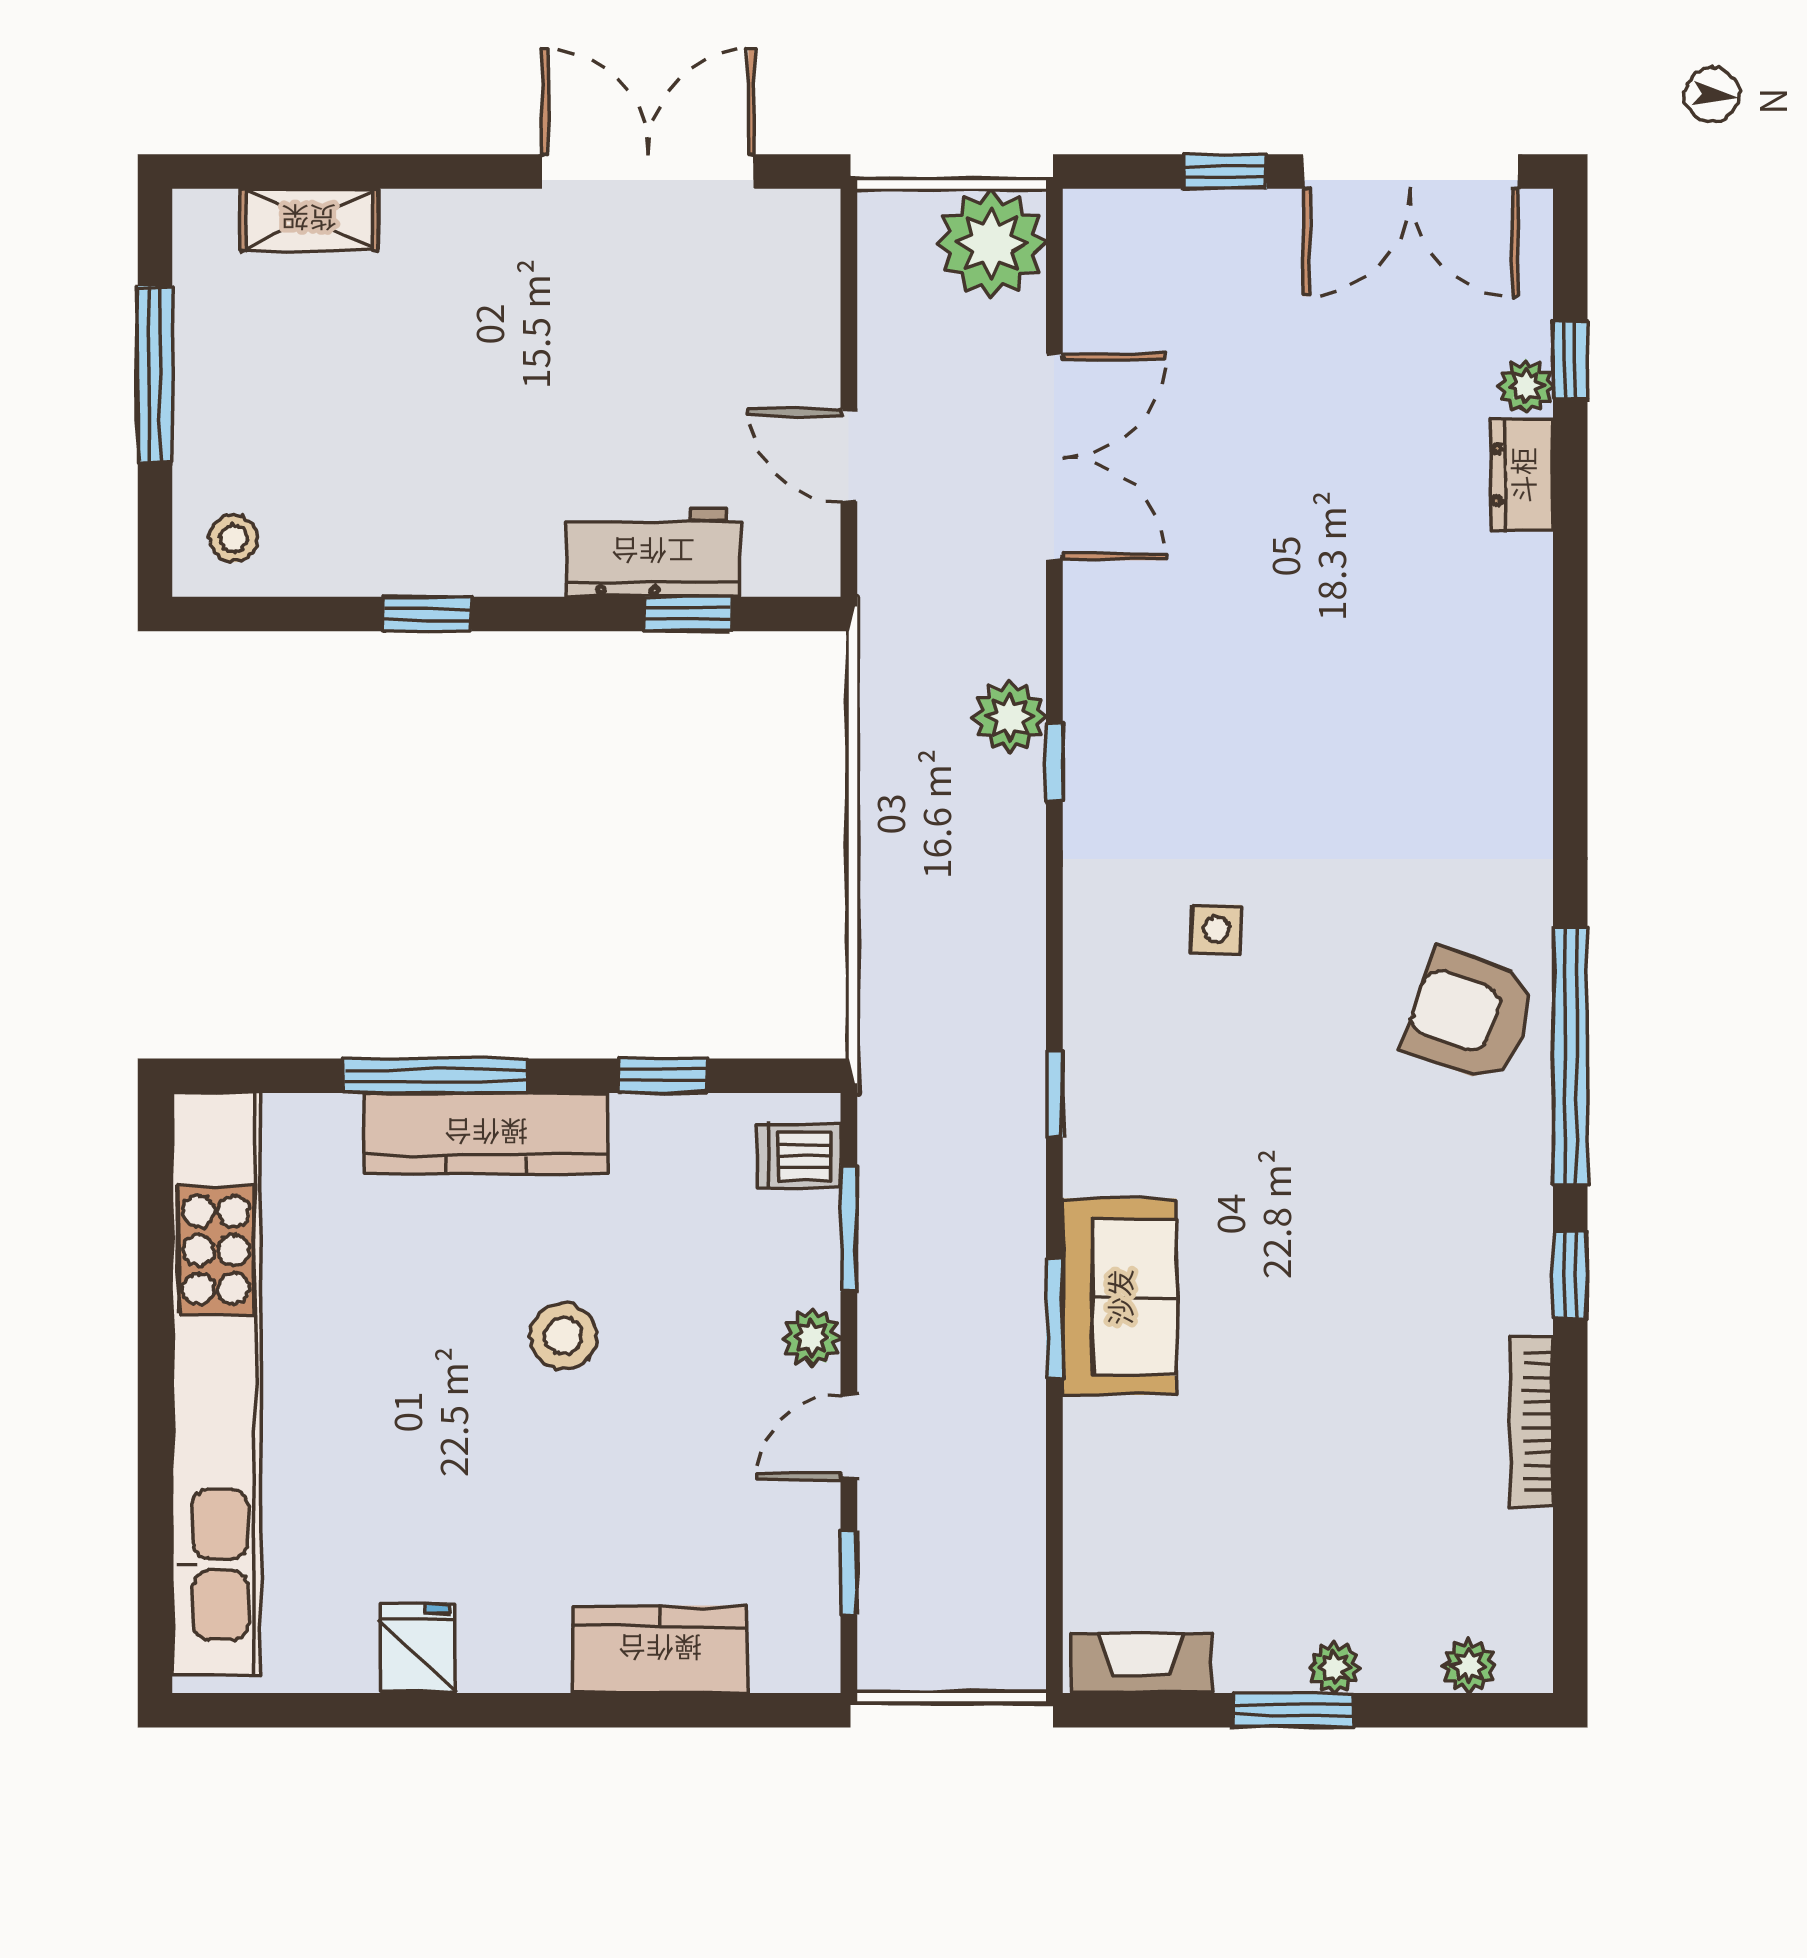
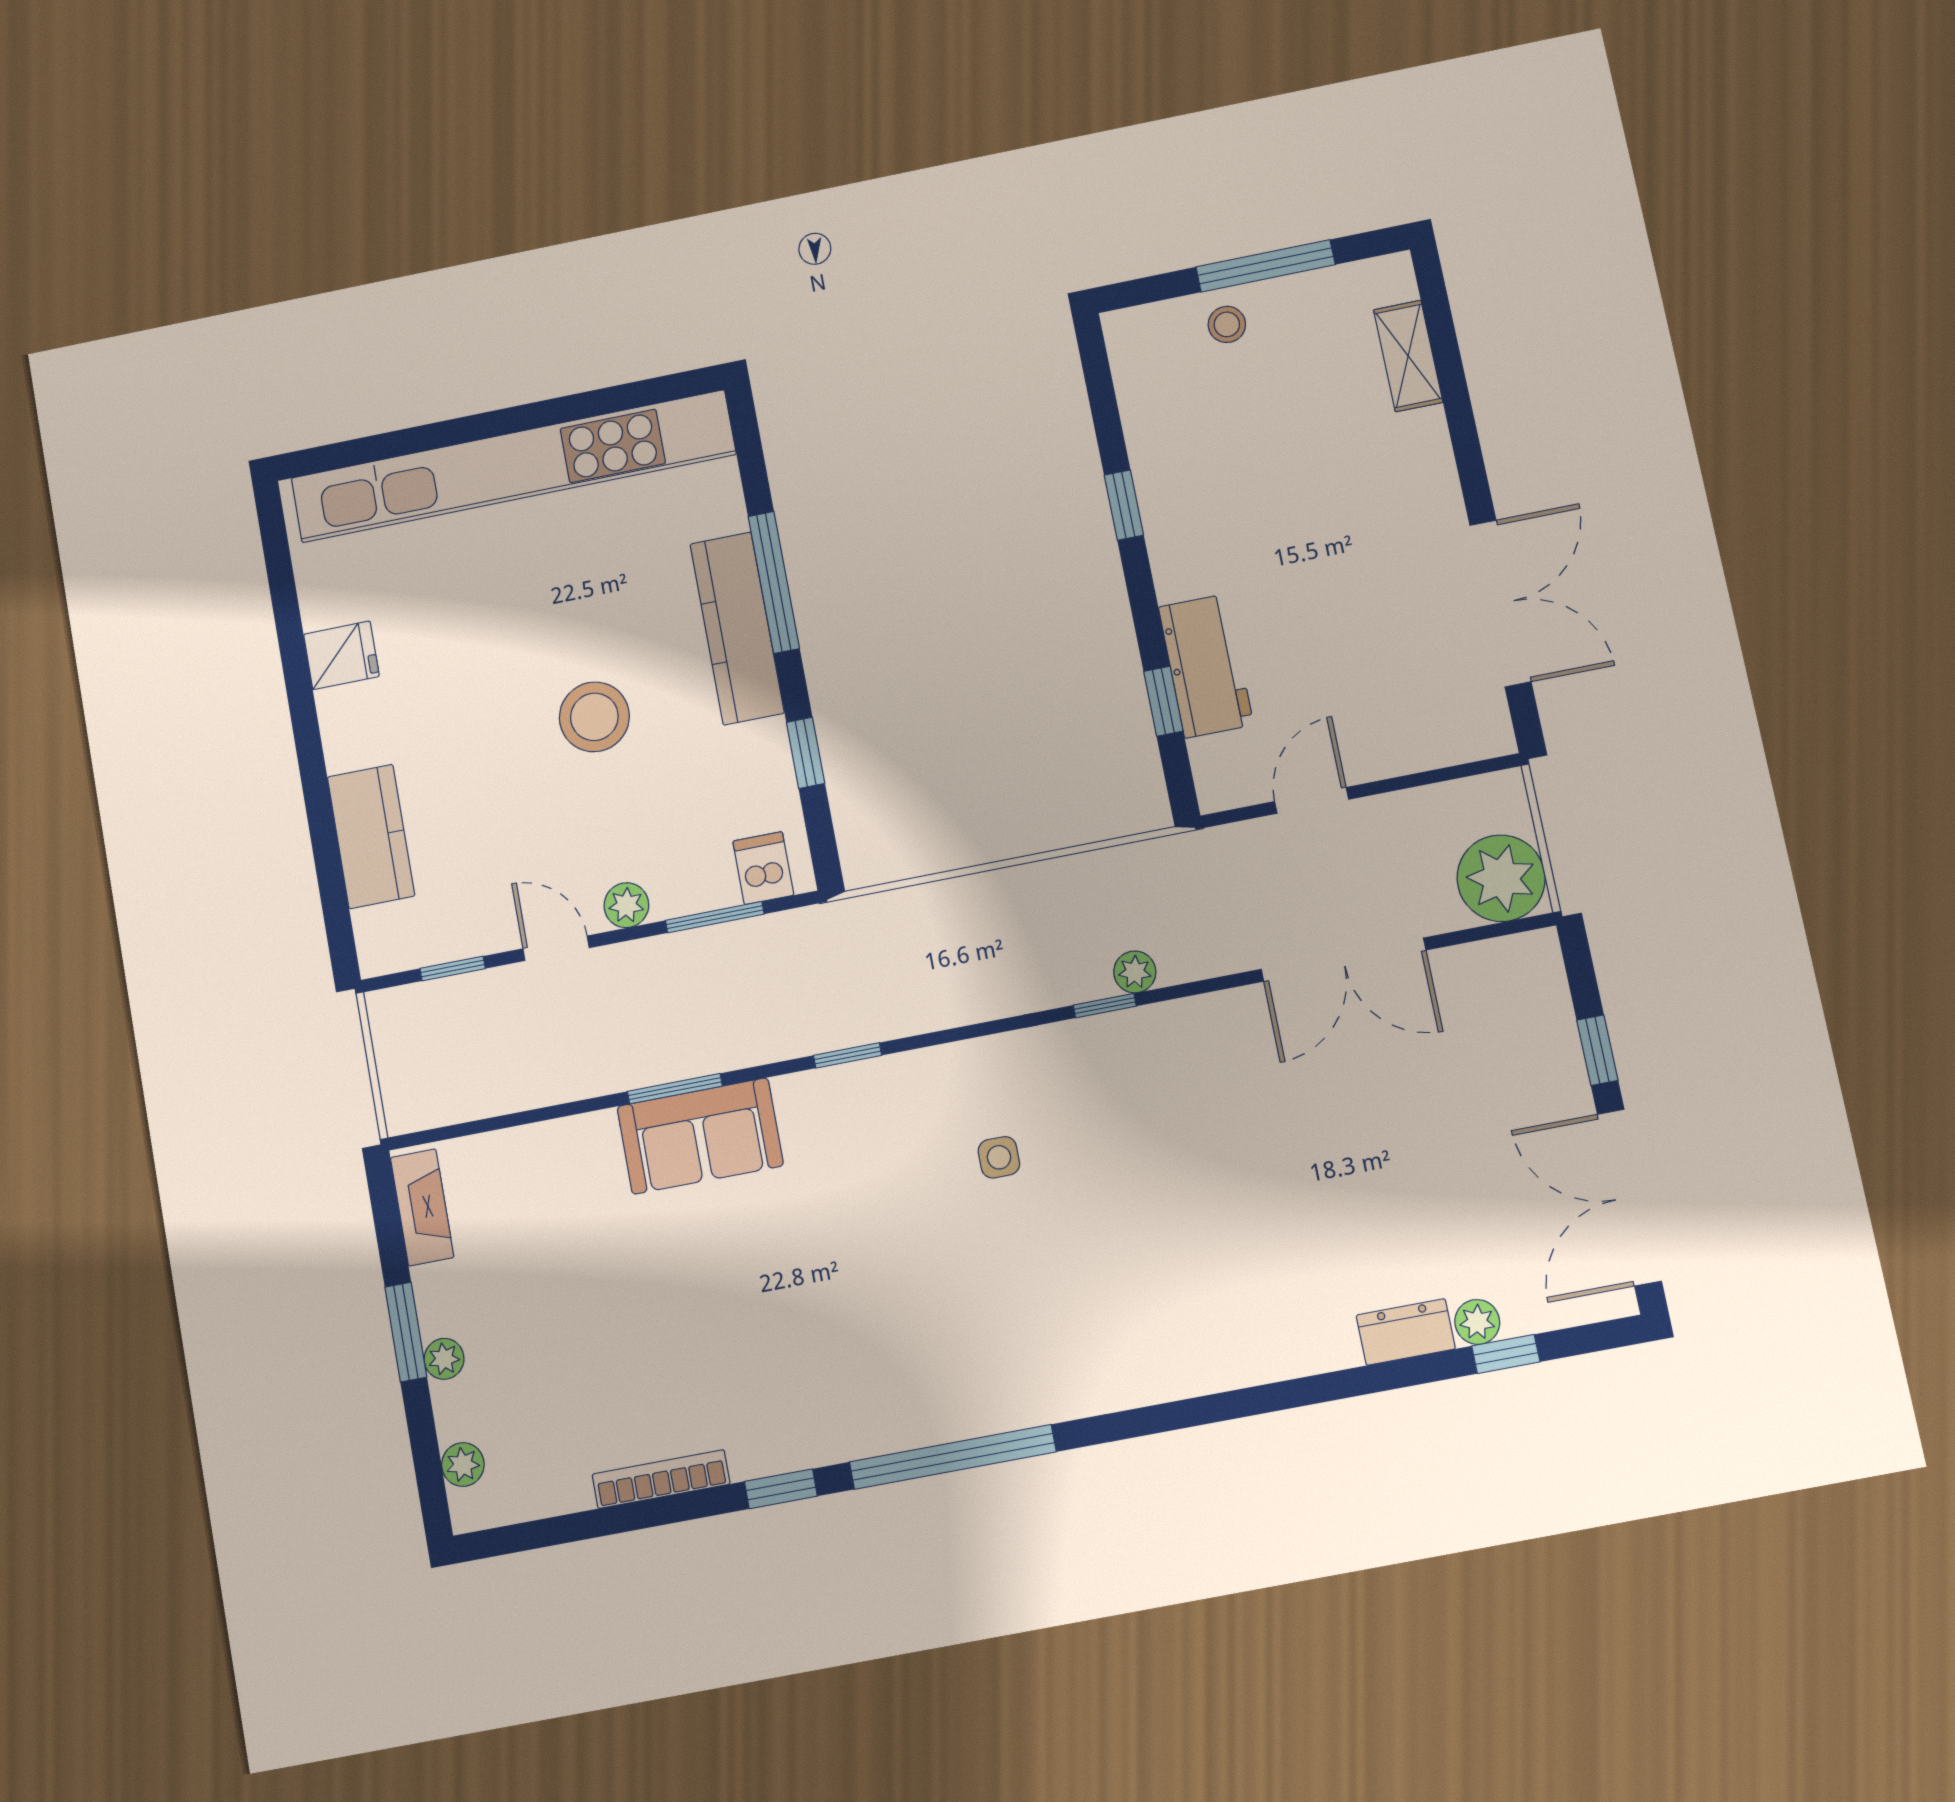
stool: (233, 538) -> (1227, 324), moved
plant: (1010, 717) -> (1135, 972), width x0.73, depth x0.73
armchair: (1470, 1016) -> (969, 1371), removed
stool: (563, 1336) -> (594, 717), width x1.38, depth x1.38

